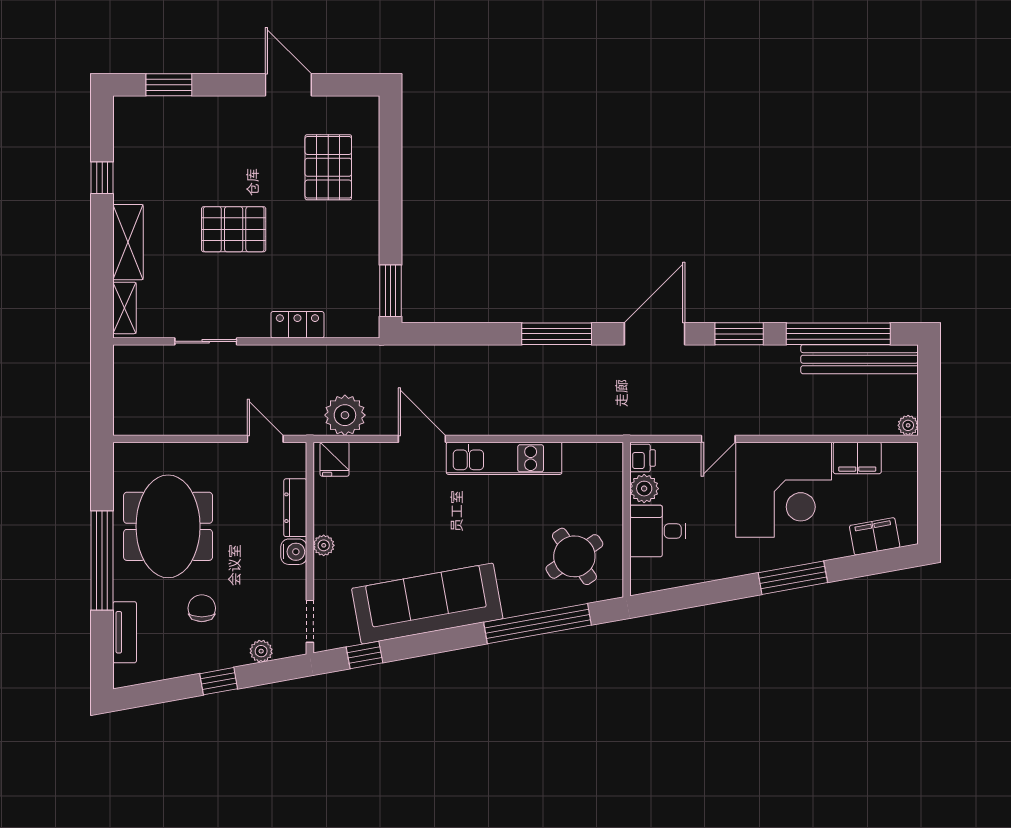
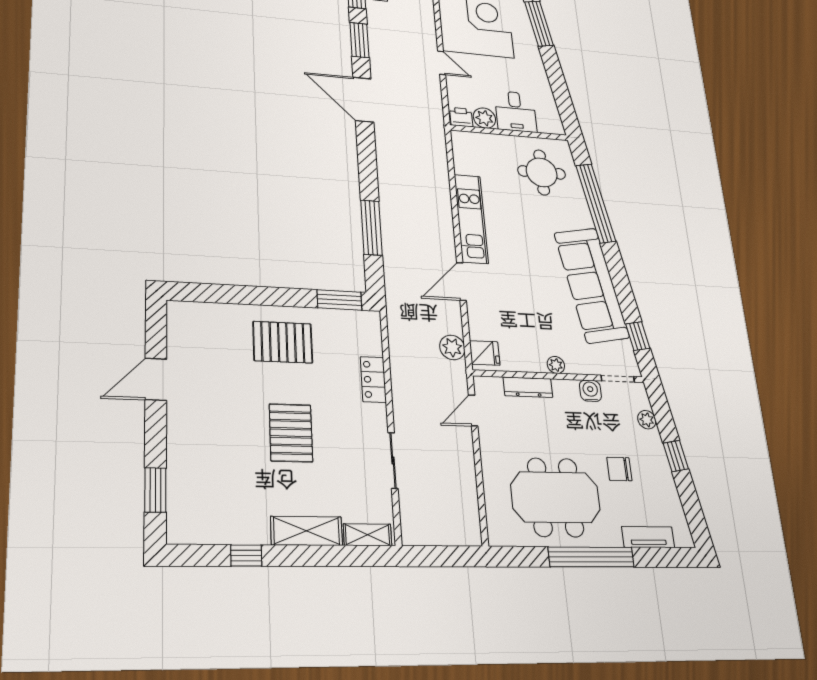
pallet: (328, 167) -> (283, 342), moved
window: (557, 334) -> (371, 228), moved
plant: (345, 415) -> (452, 347), width x0.73, depth x0.73
water cooler: (294, 552) -> (590, 391), moved
round table: (574, 556) -> (542, 172), turned 34

